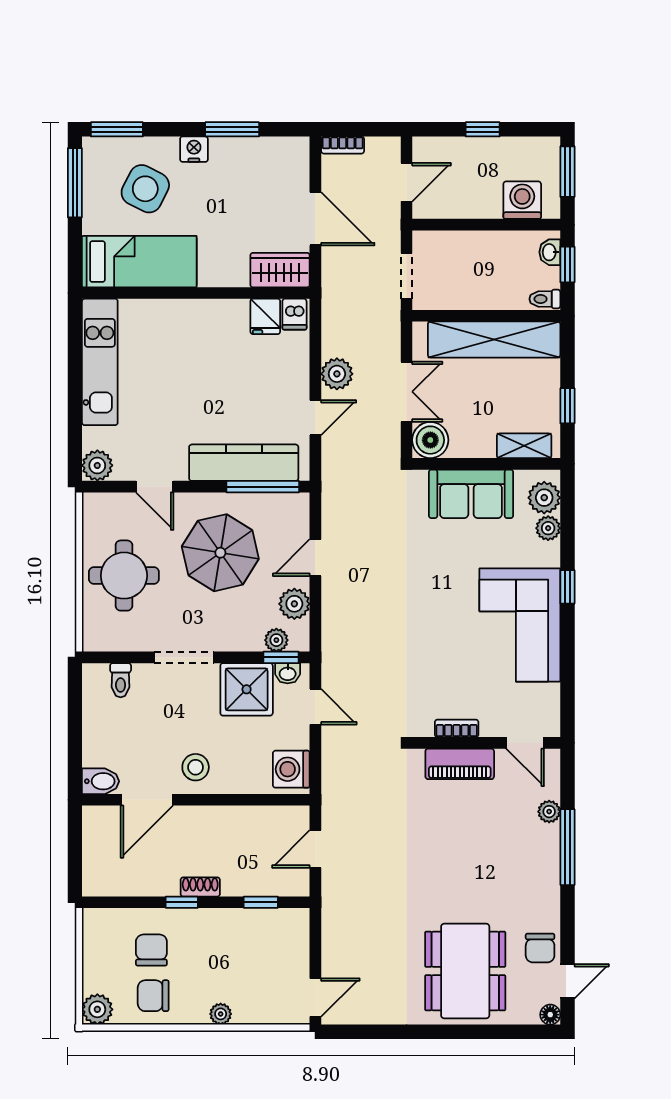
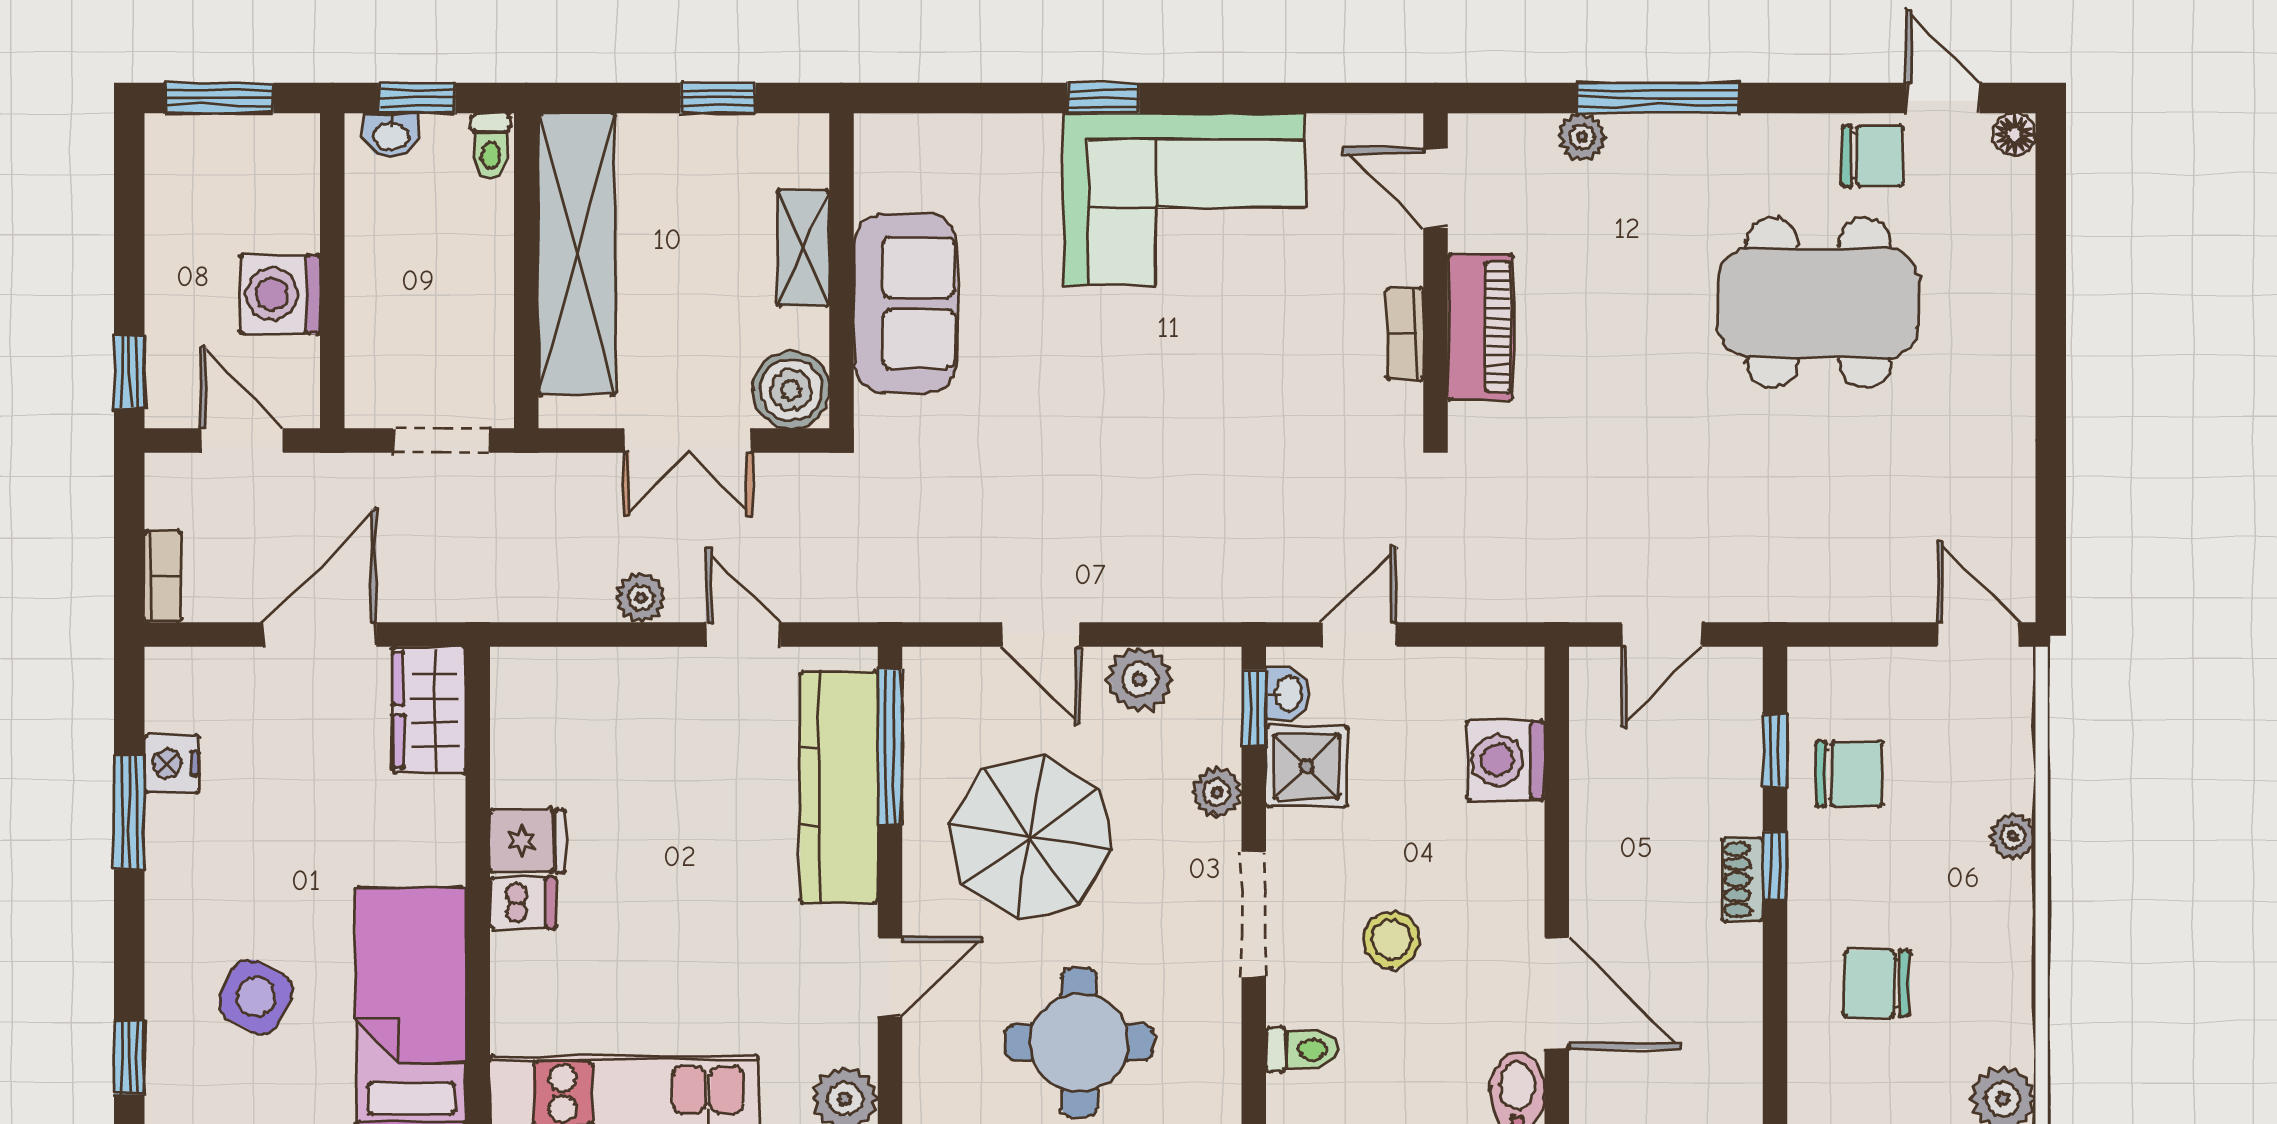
window: (117, 129) -> (129, 1057), width x0.67
window: (483, 129) -> (129, 372), moved
nightstand: (194, 149) -> (172, 764), moved
side table: (145, 189) -> (256, 997), width x0.73, depth x0.73
washing machine: (522, 200) -> (280, 294), moved
dishwasher: (294, 314) -> (523, 903), moved
fridge: (265, 316) -> (528, 841), moved
plant: (337, 374) -> (641, 598), width x0.73, depth x0.73
double door: (407, 392) -> (688, 440), swing flipped
shelving: (524, 446) -> (803, 248), moved
plant: (544, 498) -> (913, 147), removed
plant: (548, 528) -> (978, 139), removed
plant: (276, 640) -> (1217, 792), moved
shower: (247, 689) -> (1307, 766), width x0.73, depth x0.73
door: (525, 743) -> (1435, 188), swing flipped
stool: (196, 767) -> (1392, 940), moved
washing machine: (291, 769) -> (1505, 760), moved, turned 90
door: (315, 849) -> (1662, 634), hinge flipped
window: (182, 902) -> (1775, 866), moved
dining table: (465, 971) -> (1818, 303), moved
chair: (153, 996) -> (1849, 774), moved, turned -90

